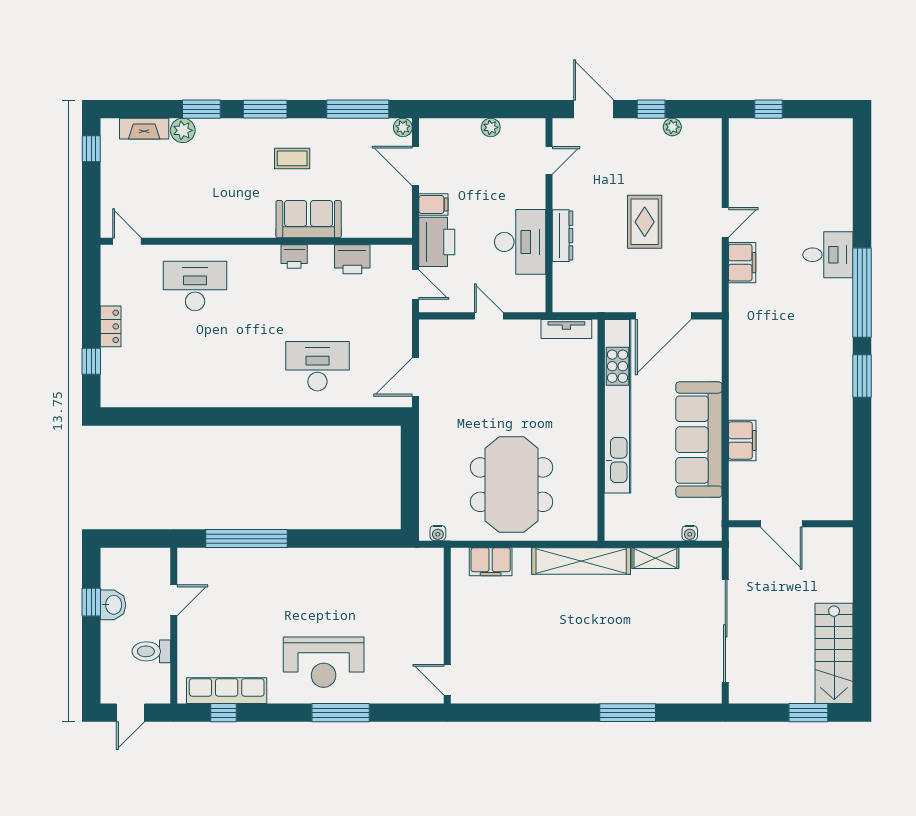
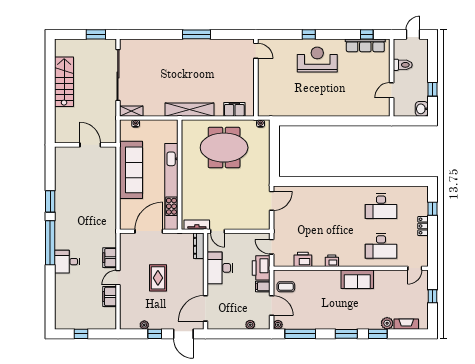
window: (769, 109) -> (81, 334), moved
plant: (491, 127) -> (250, 325), moved
window: (91, 149) -> (432, 296), moved
coffee table: (292, 158) -> (286, 287), moved
door: (549, 160) -> (205, 308), width x1.88
sofa: (309, 219) -> (357, 279), moved
dresser: (563, 236) -> (199, 246), moved
door: (127, 241) -> (415, 268), hinge flipped
door: (489, 316) -> (218, 231), moved
desk: (317, 366) -> (381, 206), moved
filing cabinet: (742, 440) -> (110, 297), moved
meeting table: (511, 485) -> (224, 148), turned 90
door: (781, 524) -> (90, 145), moved
wall: (791, 524) -> (85, 145), moved
window: (247, 539) -> (355, 121), removed
shelving: (655, 558) -> (131, 111), moved
washbasin: (113, 605) -> (422, 109), moved
stairs: (834, 653) -> (64, 82), moved
window: (341, 713) -> (309, 34), width x0.46
window: (628, 713) -> (196, 34), moved
window: (808, 713) -> (96, 34), moved

